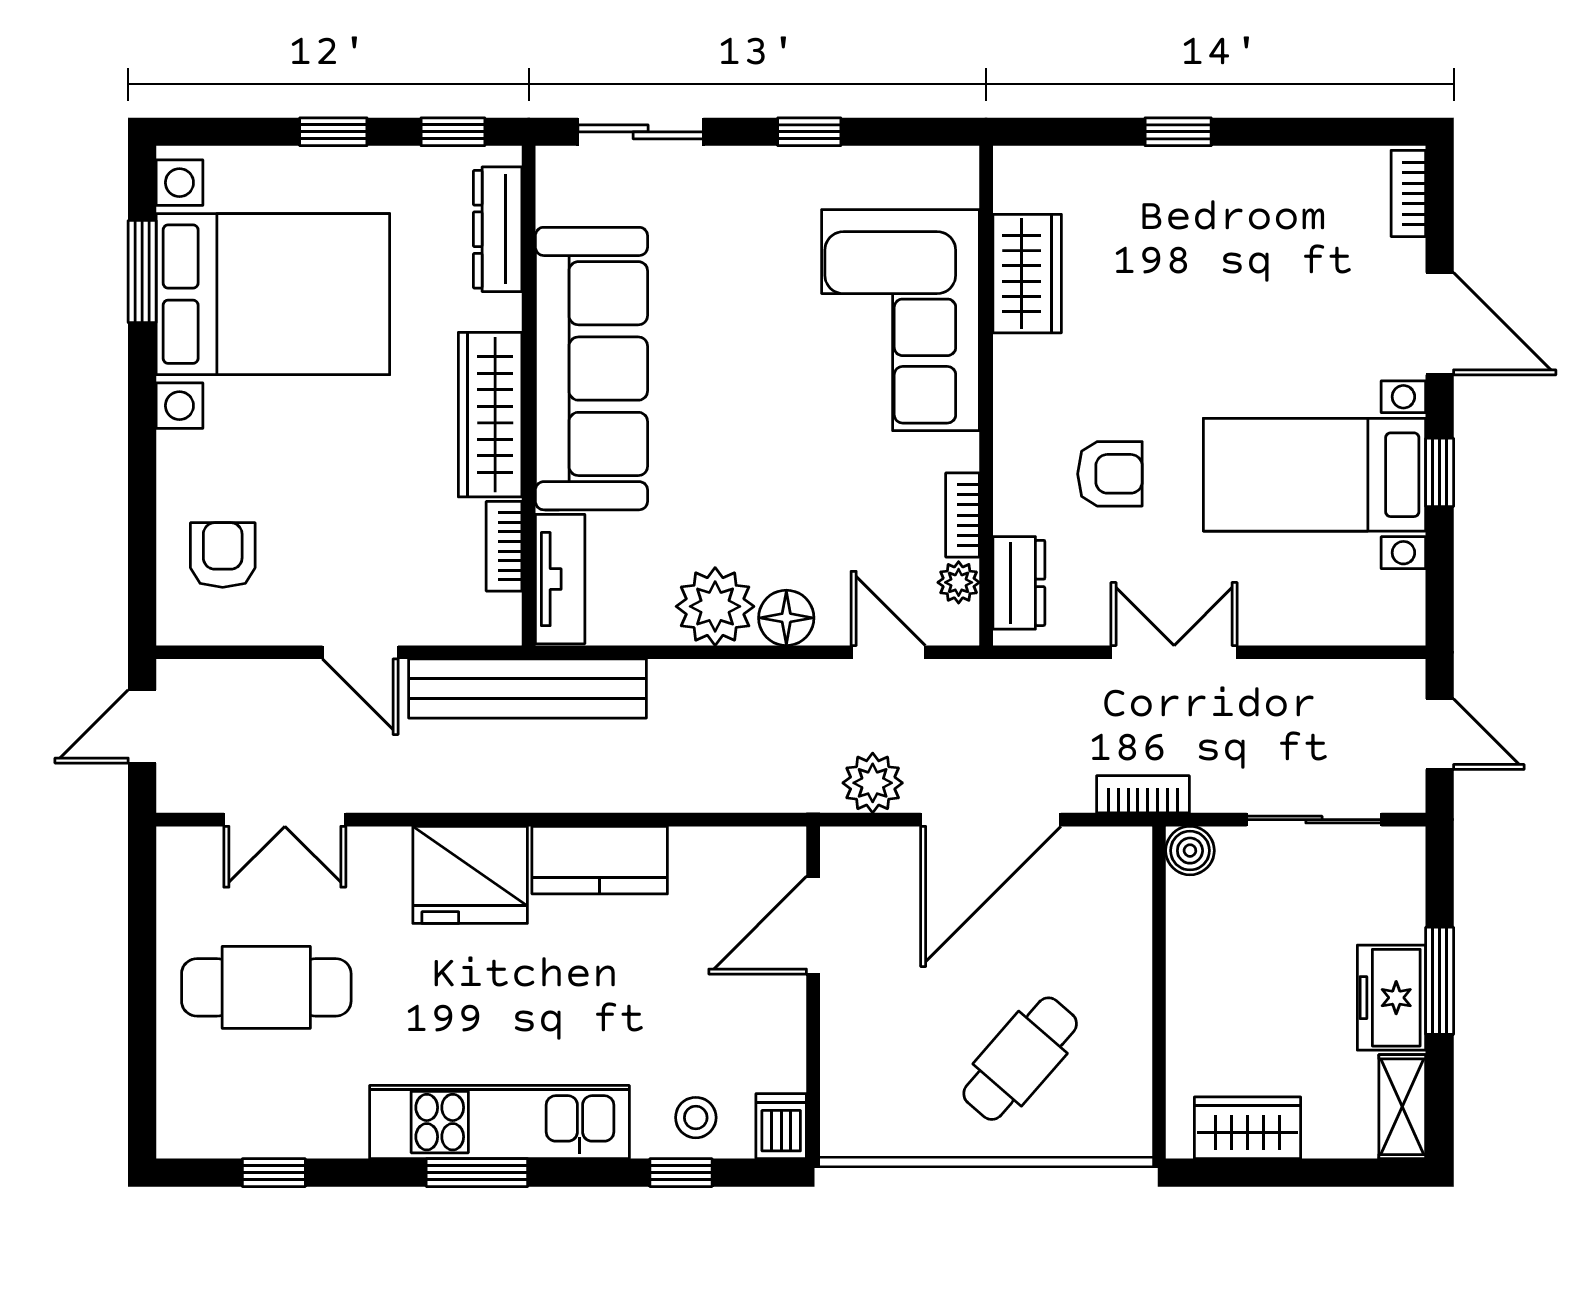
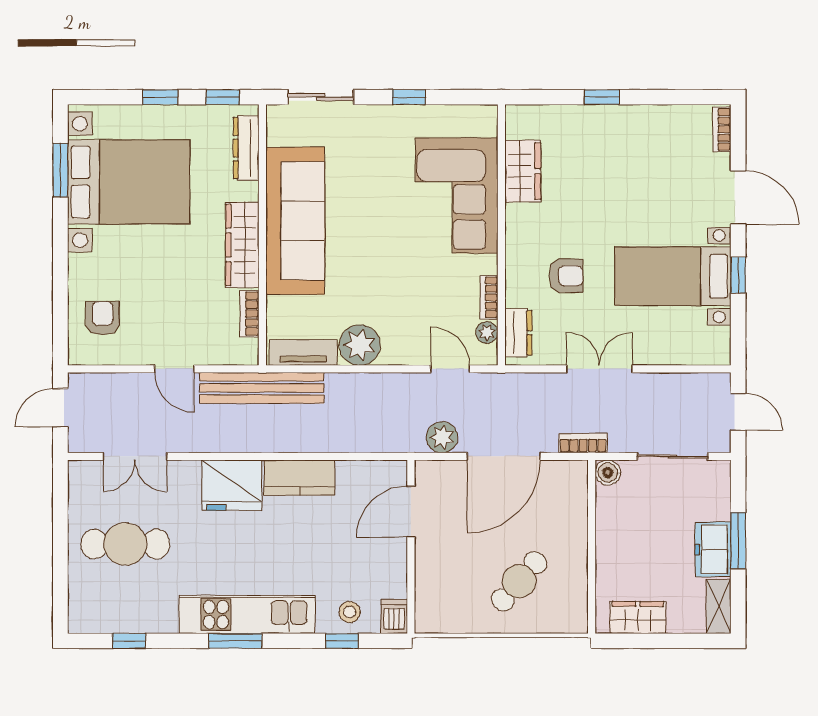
tv unit: (560, 579) -> (303, 353), moved, turned -90
floor lamp: (786, 618) -> (397, 351), removed

